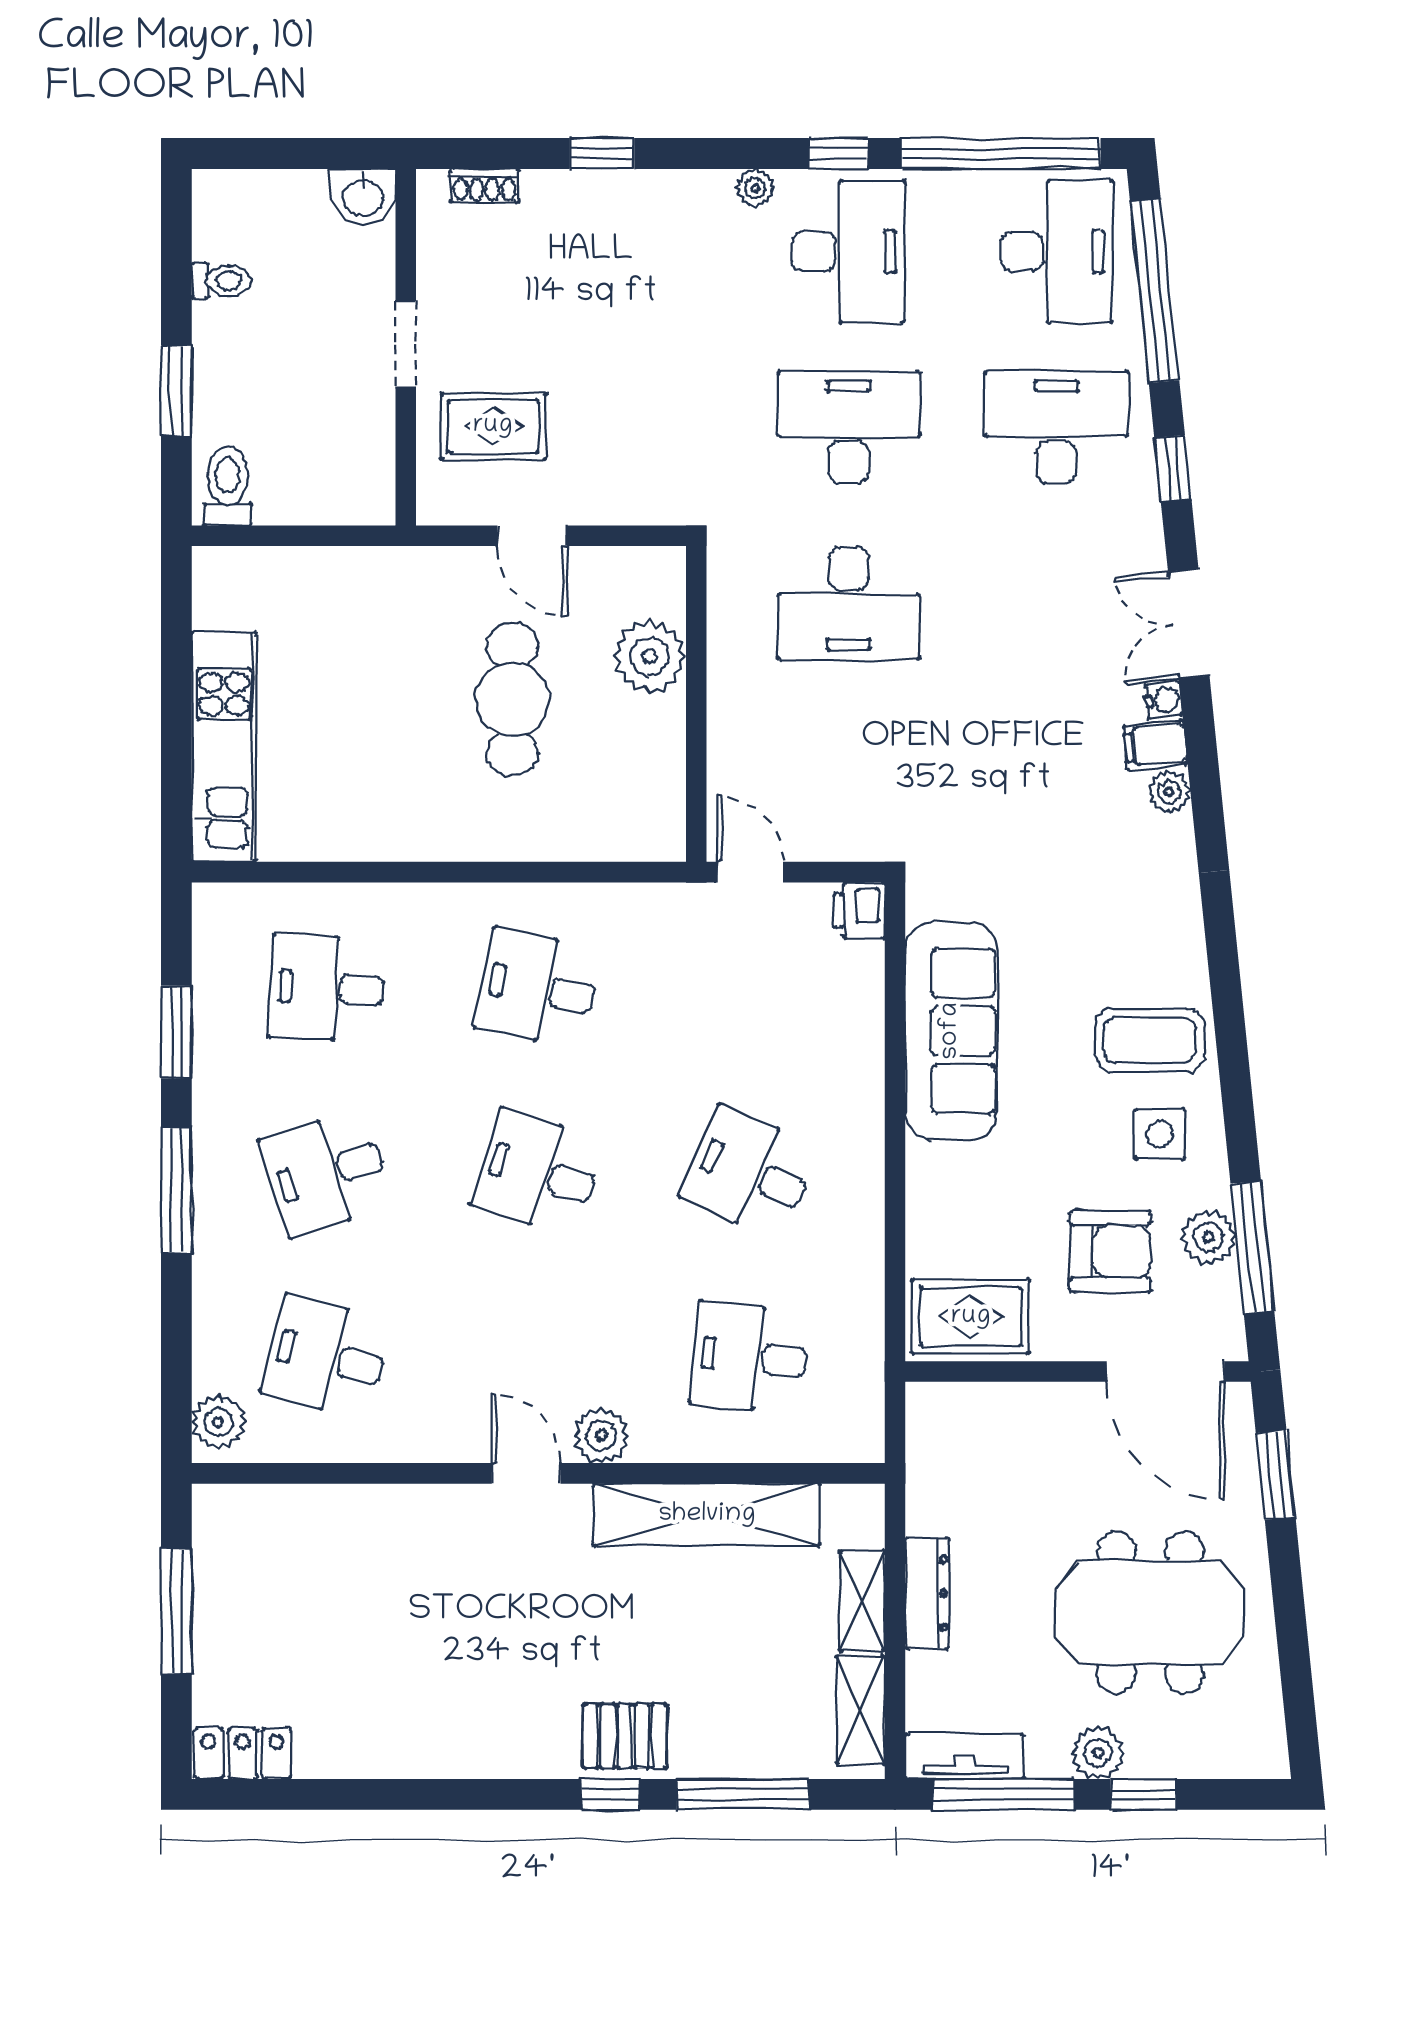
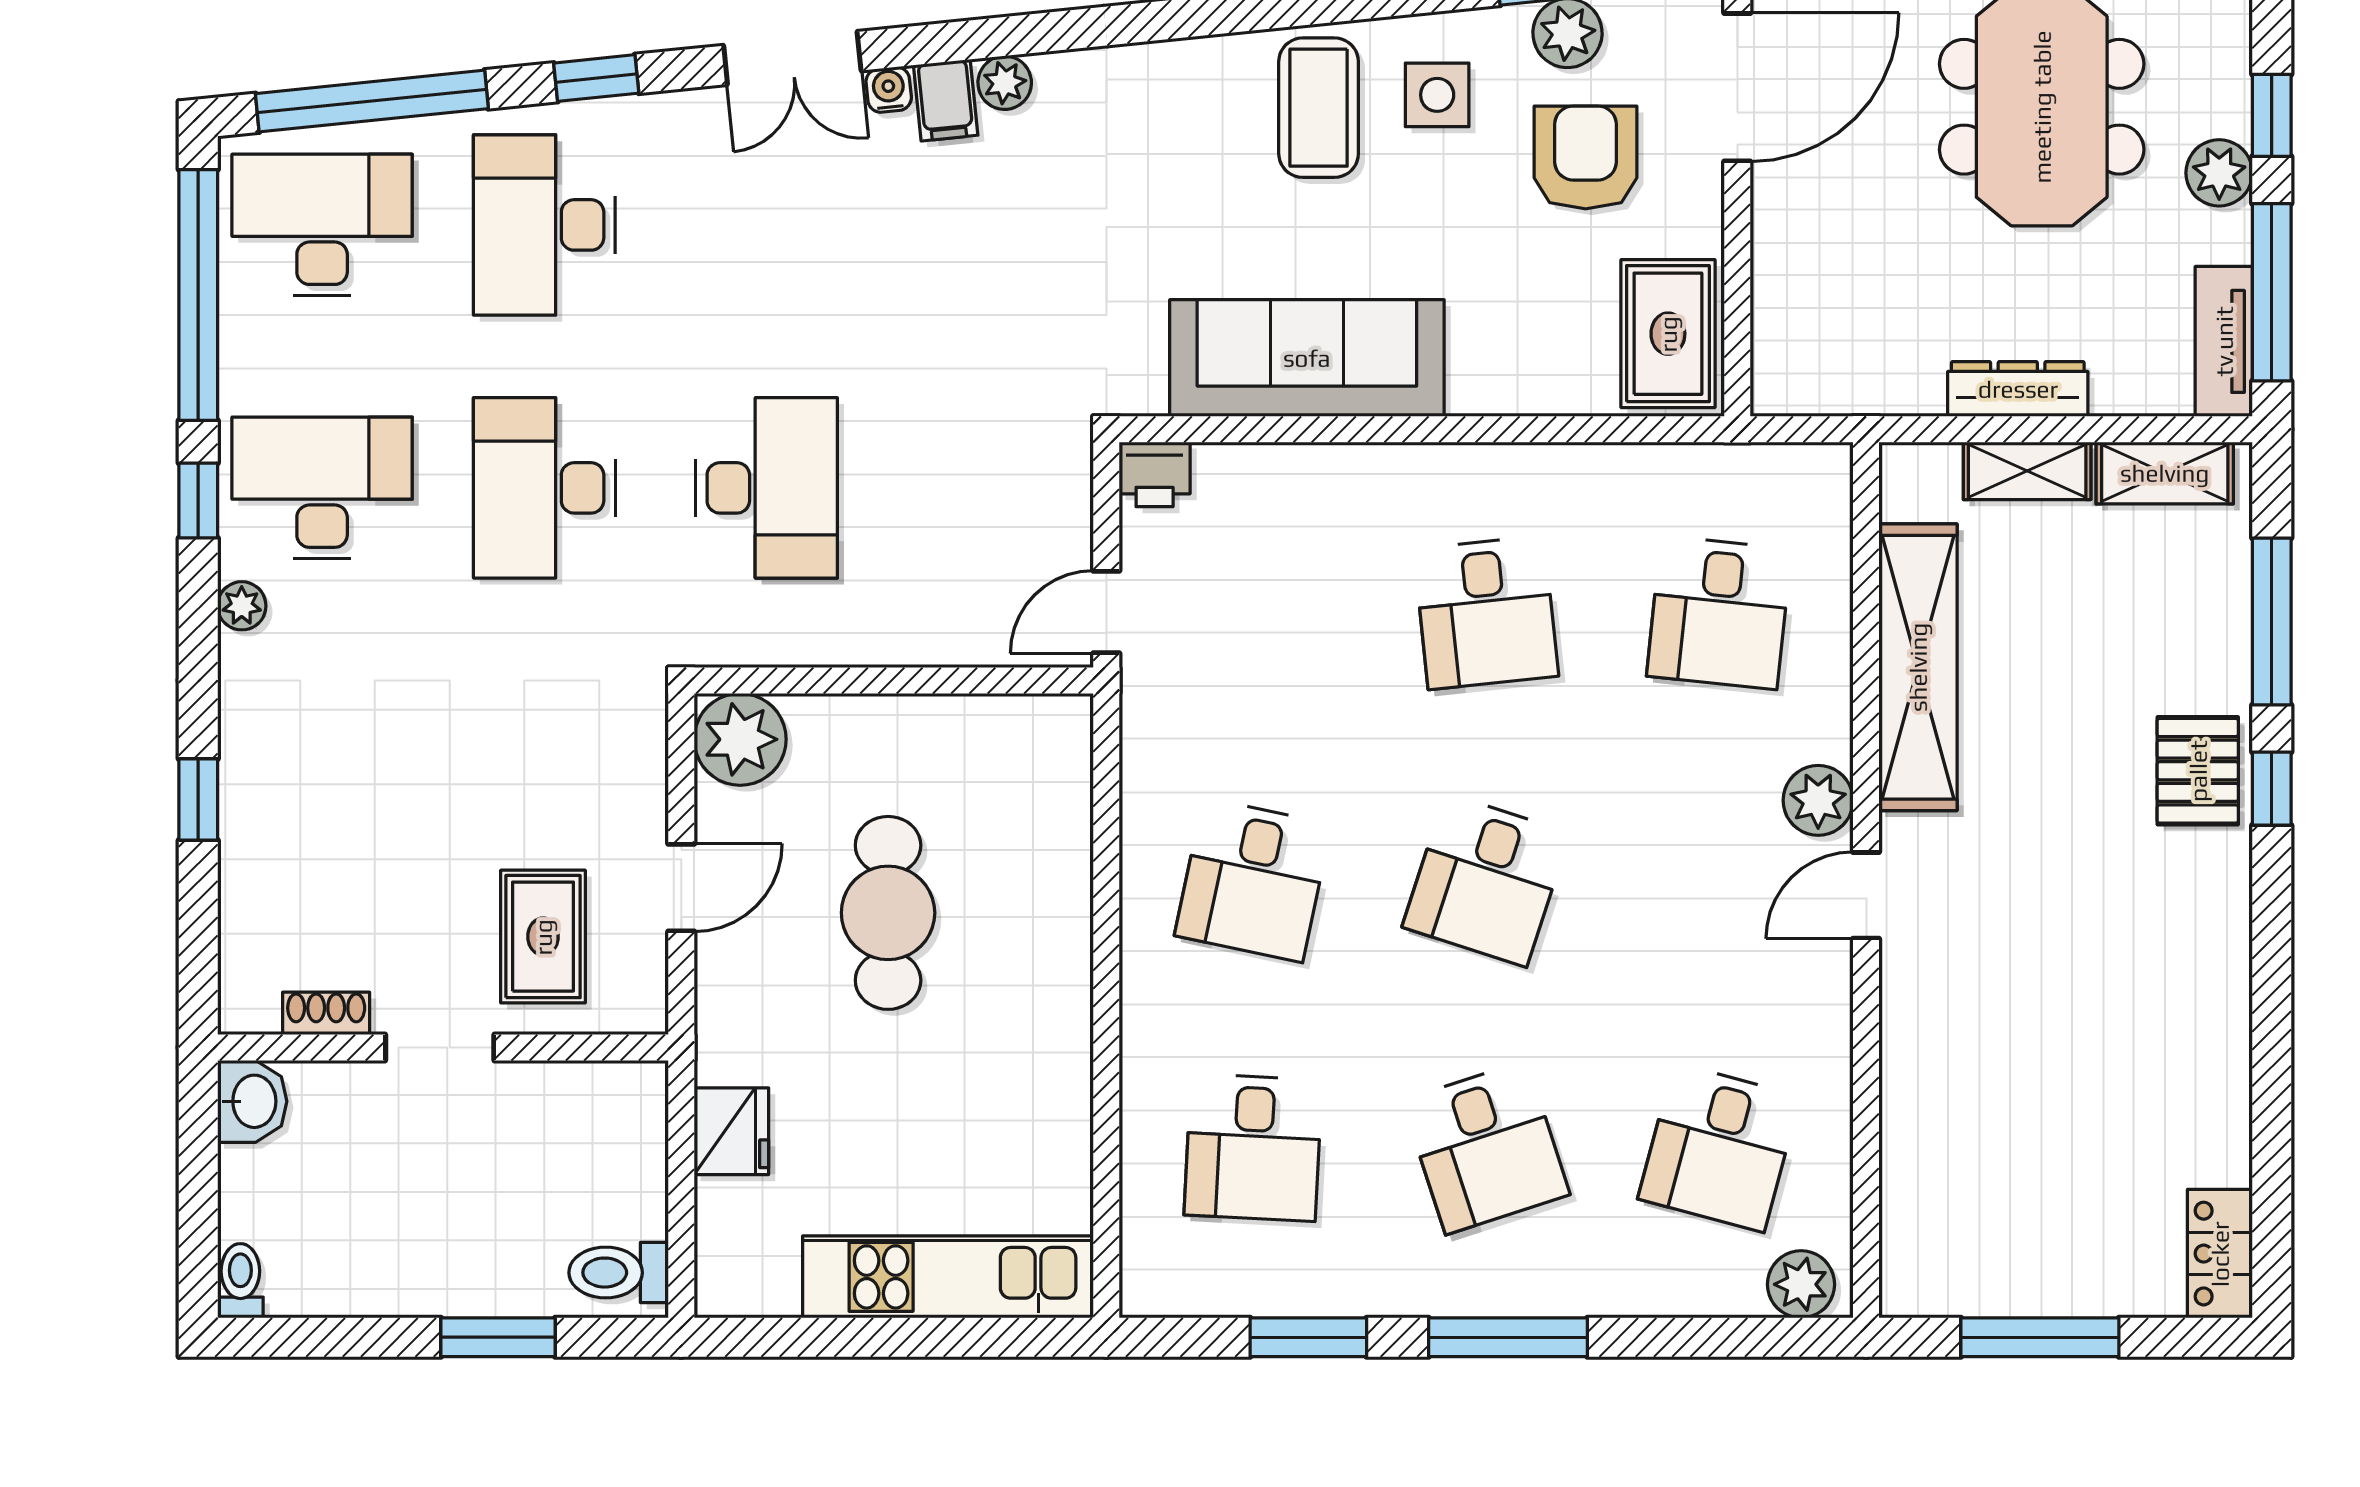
shoe rack: (485, 186) -> (326, 1013), moved, turned -90
toilet: (221, 281) -> (240, 1281), moved
fridge: (339, 575) -> (731, 1131), added
plant: (650, 657) -> (740, 739), moved
cafe table: (512, 699) -> (888, 913), turned 90
desk: (750, 1173) -> (1486, 613), turned -30

